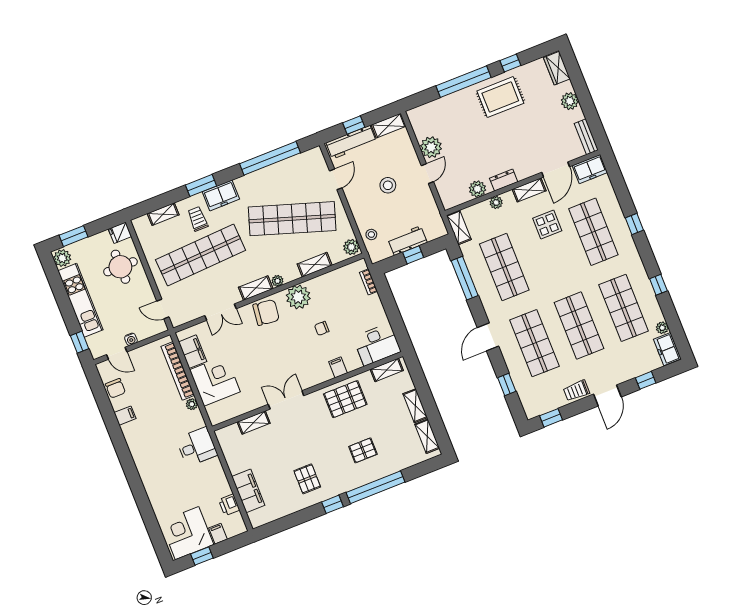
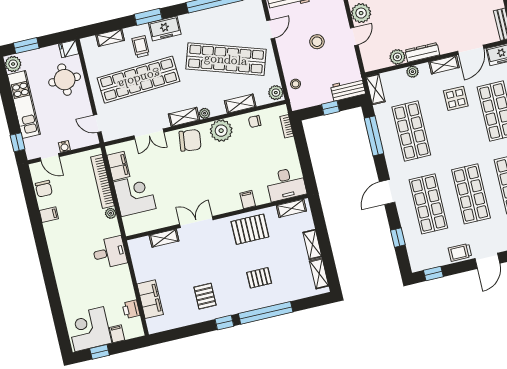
dresser: (504, 180) -> (422, 52), width x1.44
workbench: (407, 241) -> (348, 89), moved
chair: (322, 328) -> (255, 121), moved

